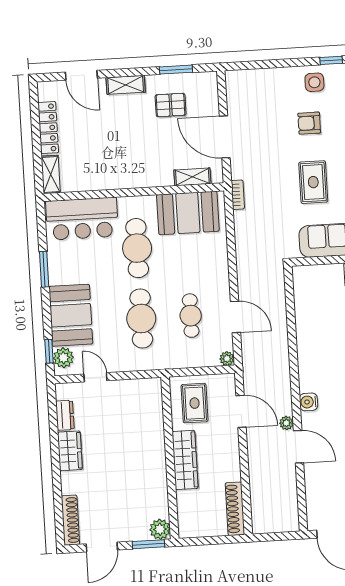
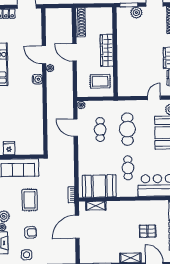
pallet: (171, 105) -> (148, 231), moved
door: (225, 137) -> (77, 227), swing flipped
cafe table: (137, 248) -> (128, 168), width x0.73, depth x0.74
door: (95, 377) -> (154, 98), swing flipped
rug: (195, 403) -> (100, 81), turned 90
door: (241, 411) -> (74, 52), moved
plant: (160, 529) -> (136, 13), moved

